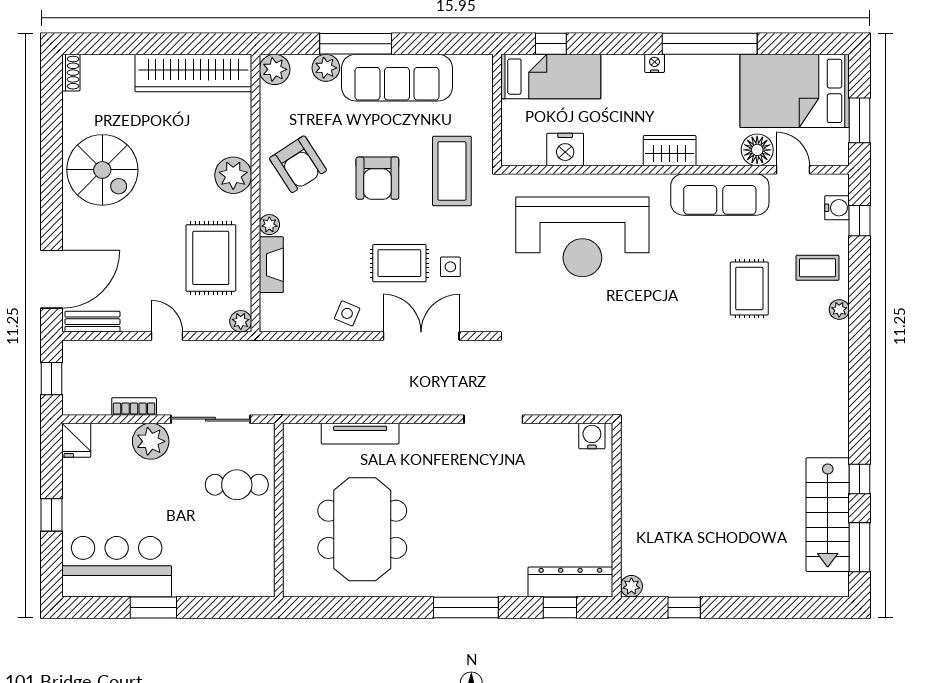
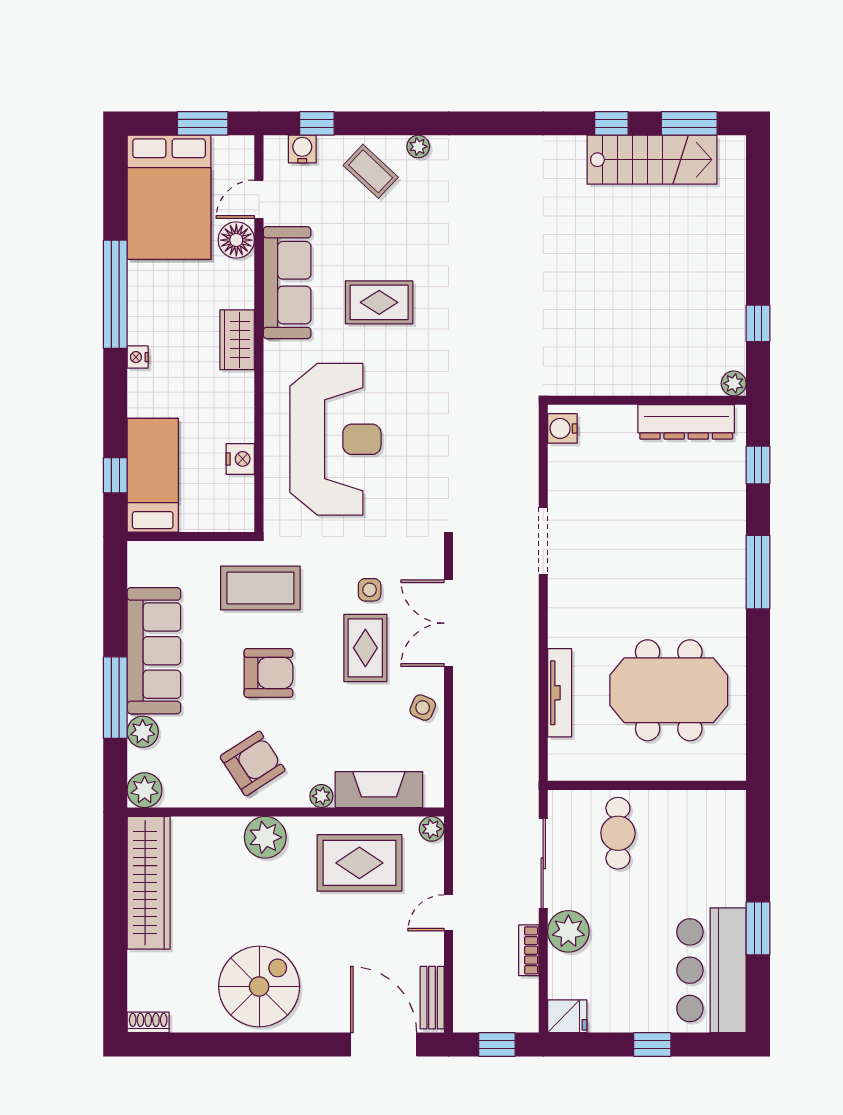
nightstand: (565, 149) -> (240, 459), width x0.74, depth x0.75
fireplace: (271, 265) -> (379, 790), width x1.37, depth x1.32
coffee table: (818, 268) -> (371, 171), turned -47
rug: (749, 289) -> (379, 302), moved
dresser: (570, 582) -> (686, 422), moved, turned -90

